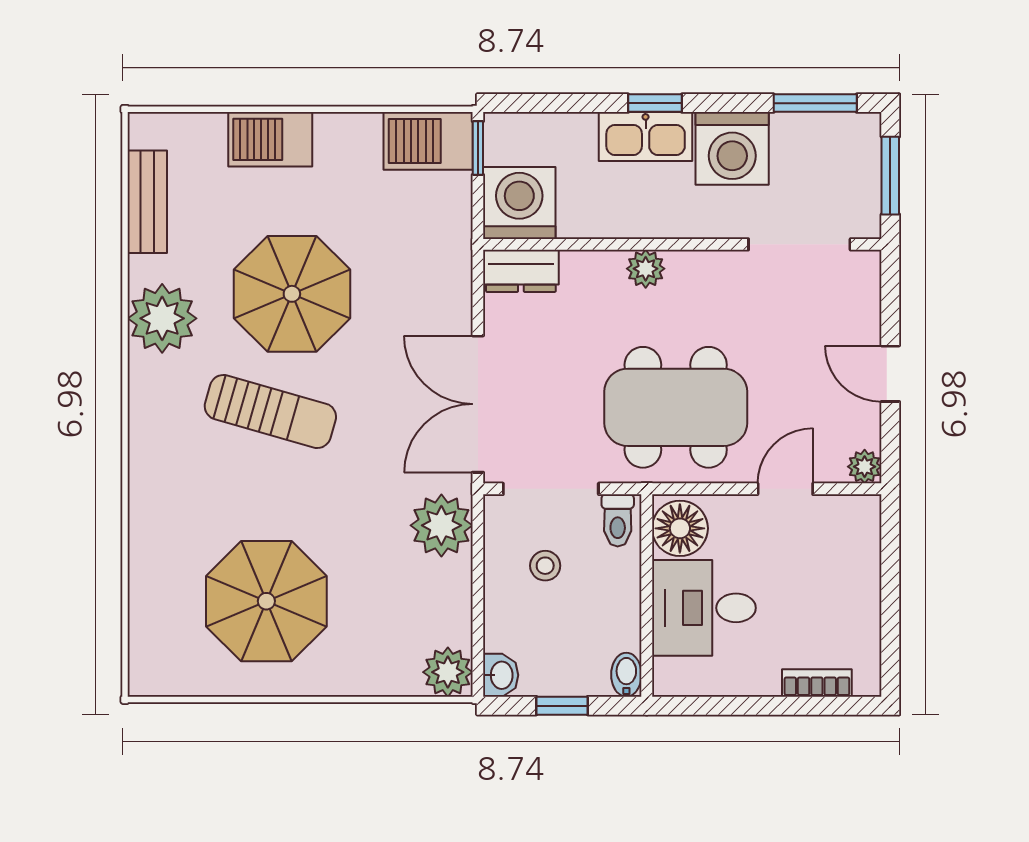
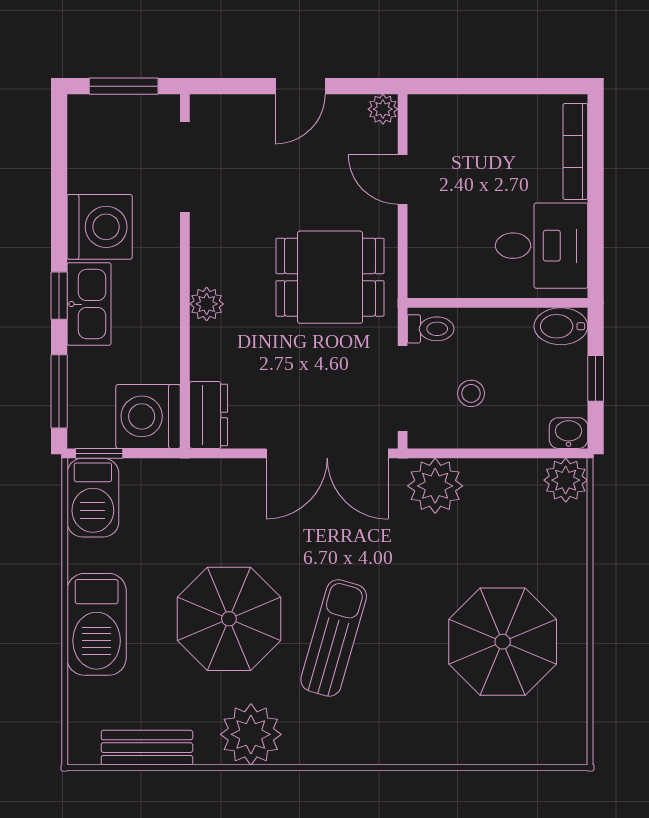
window: (815, 103) -> (59, 391), moved
barbecue: (270, 139) -> (97, 624), width x1.37, depth x1.21
dining table: (676, 407) -> (330, 277), width x0.73
floor lamp: (680, 528) -> (438, 273), removed
desk: (704, 608) -> (542, 246), moved, turned -90
bidet: (626, 675) -> (561, 326), width x1.38, depth x1.36
bookcase: (817, 683) -> (575, 151), width x1.56

